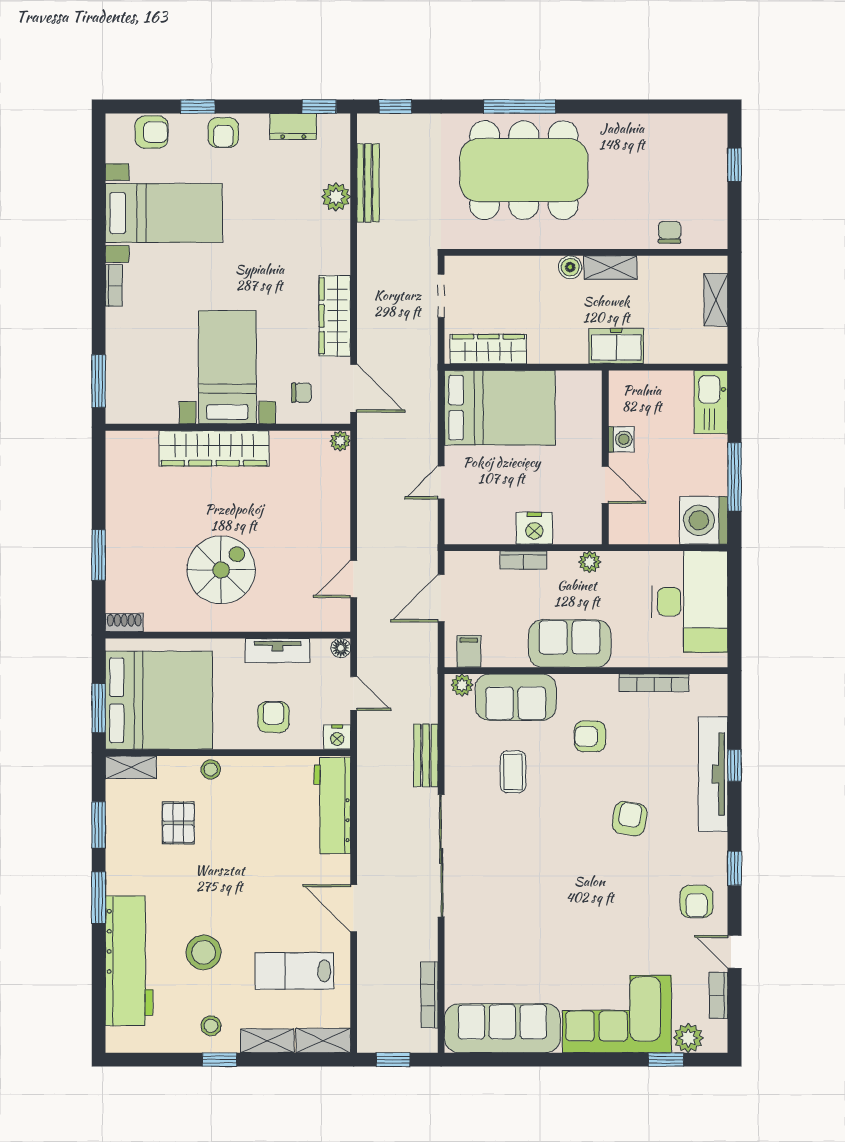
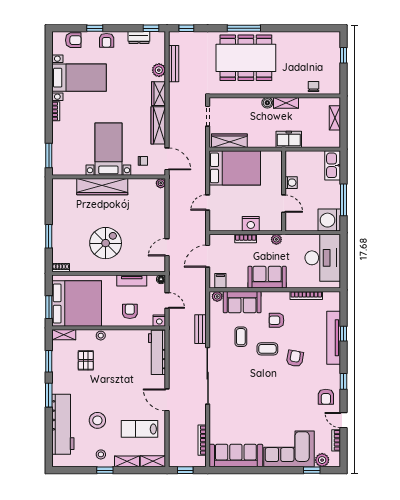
wardrobe: (335, 247) -> (159, 94), added
coffee table: (570, 798) -> (267, 349), added

